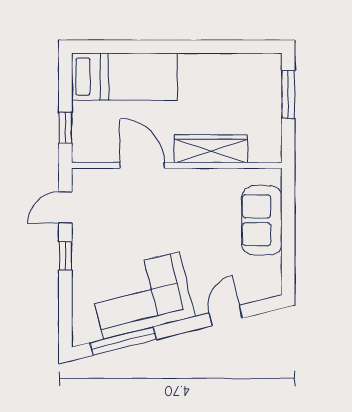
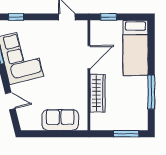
window: (209, 47) -> (151, 92), added
window: (65, 256) -> (16, 17), moved

